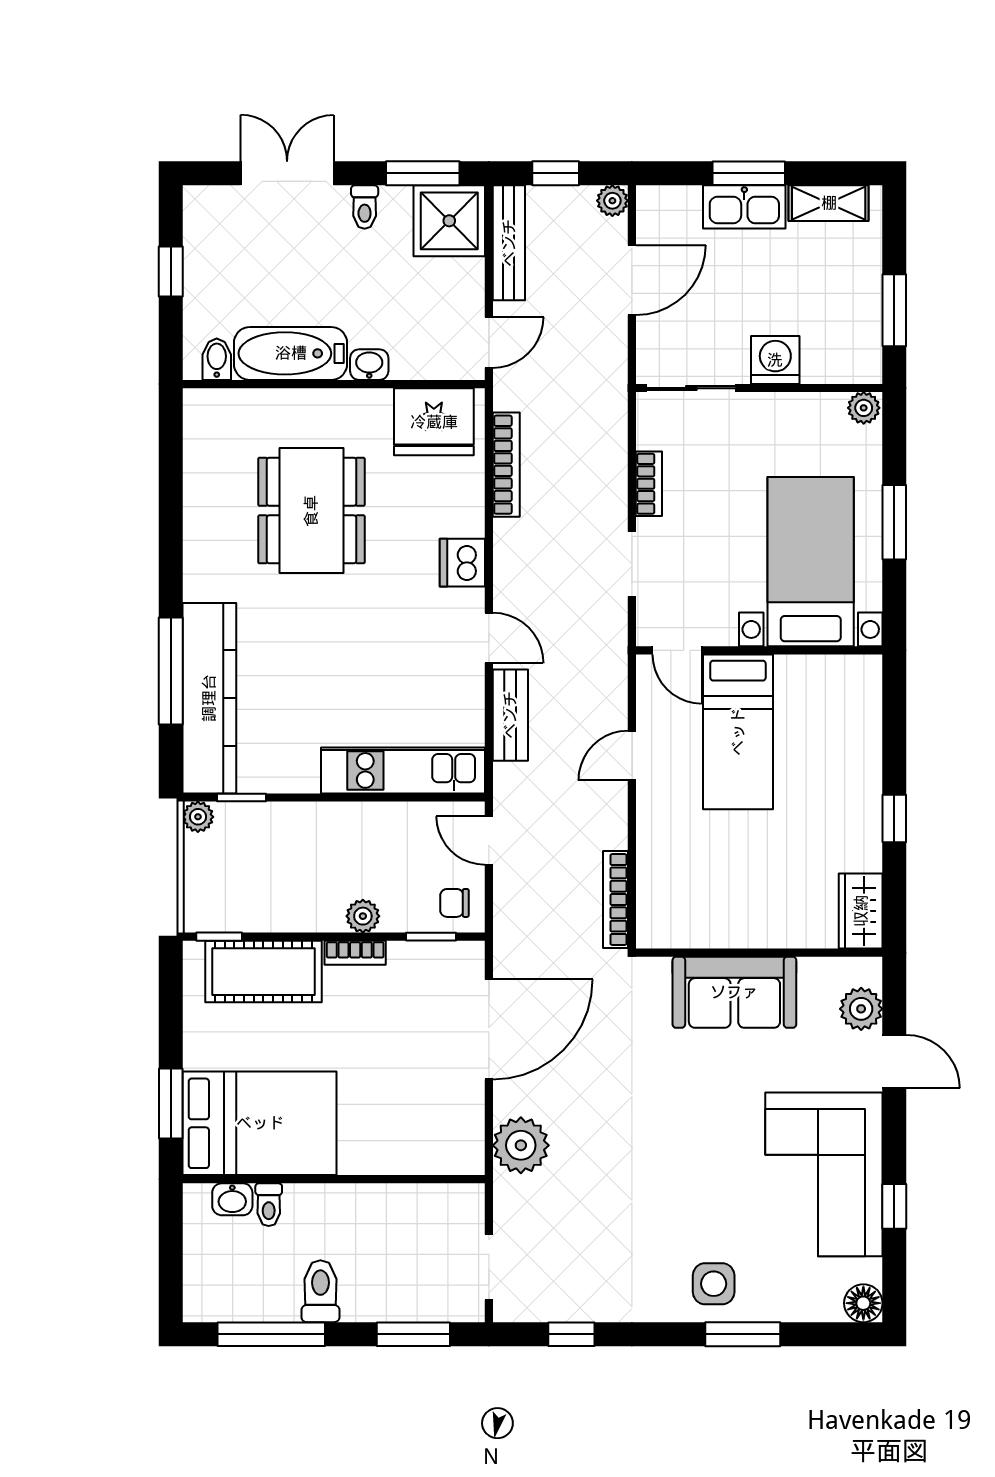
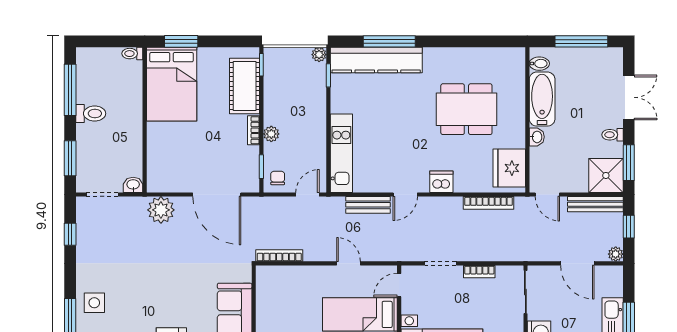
window: (171, 272) -> (581, 41), width x2.17
washbasin: (232, 1199) -> (133, 185), moved, turned 90
toilet: (269, 1205) -> (132, 54), moved

